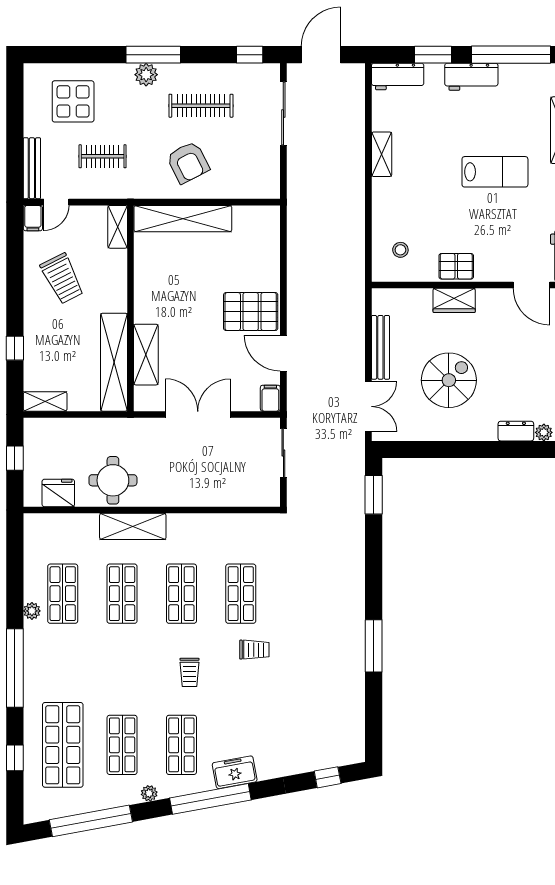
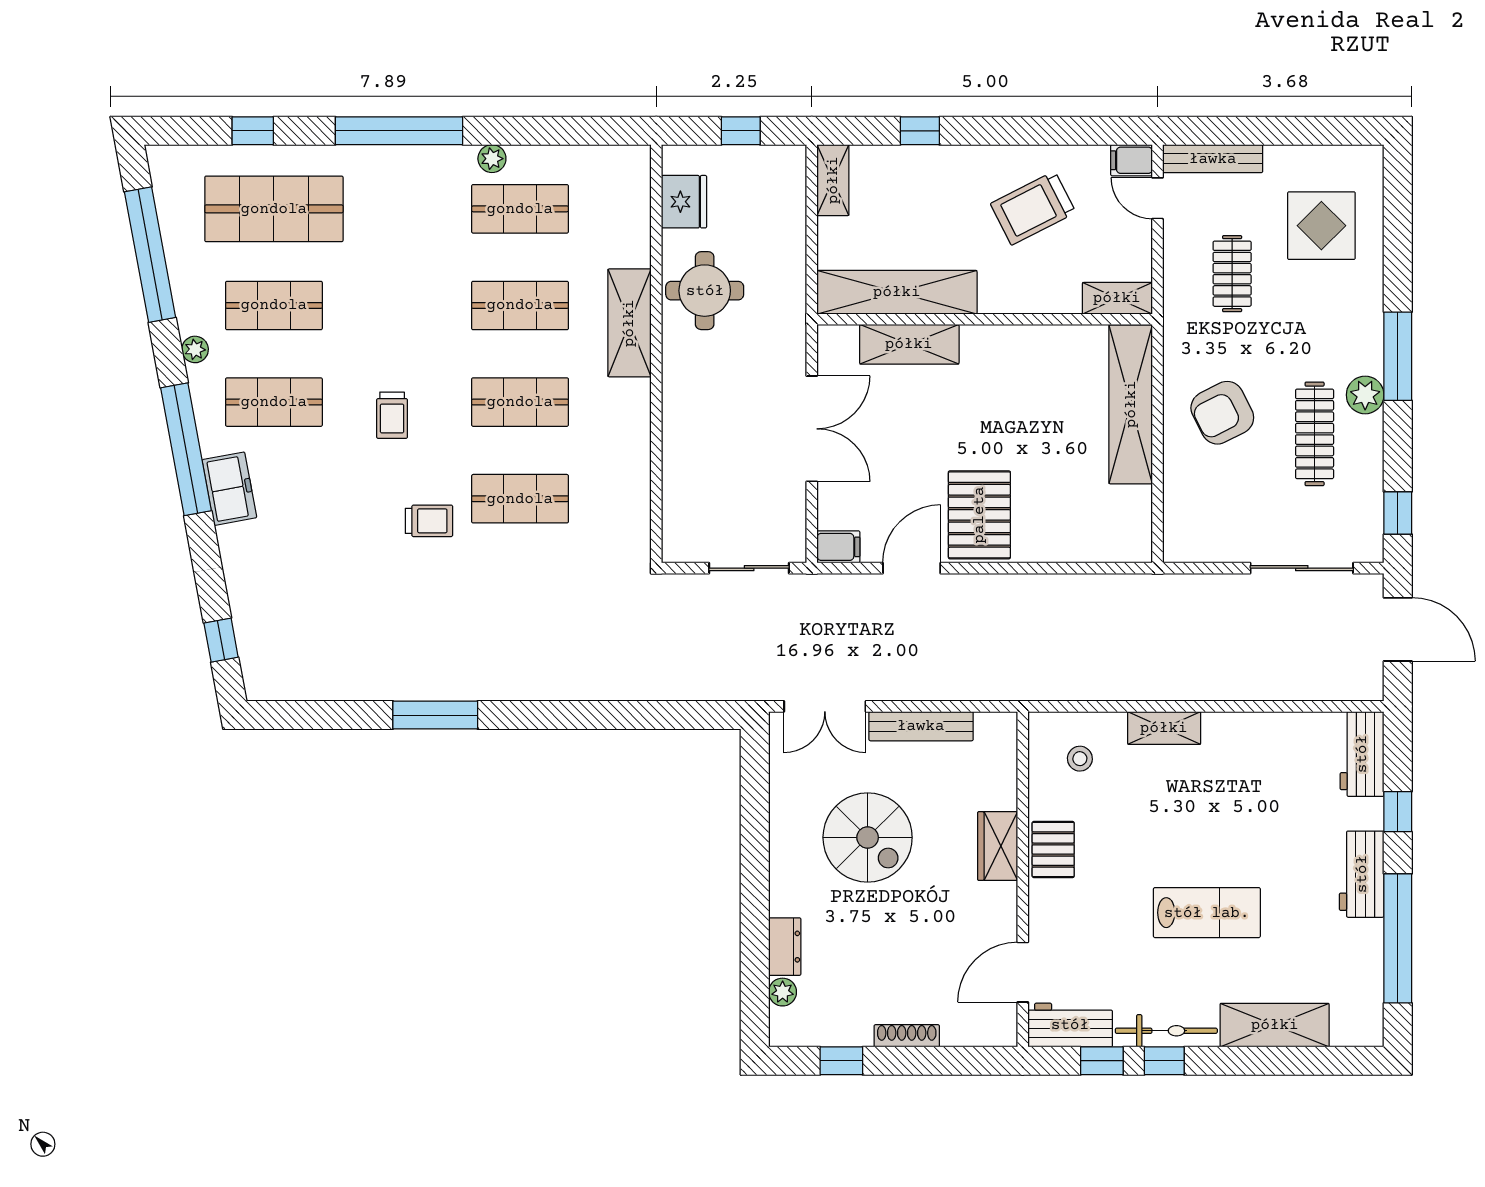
window: (433, 55) -> (1398, 812), width x0.67
plant: (146, 75) -> (1365, 395), moved
shelving: (382, 154) -> (1164, 728), moved
lab bench: (495, 172) -> (1207, 913), turned -90
window: (374, 495) -> (681, 715), removed
trolley: (254, 650) -> (429, 521), turned -90
trolley: (190, 672) -> (392, 415), turned -90

